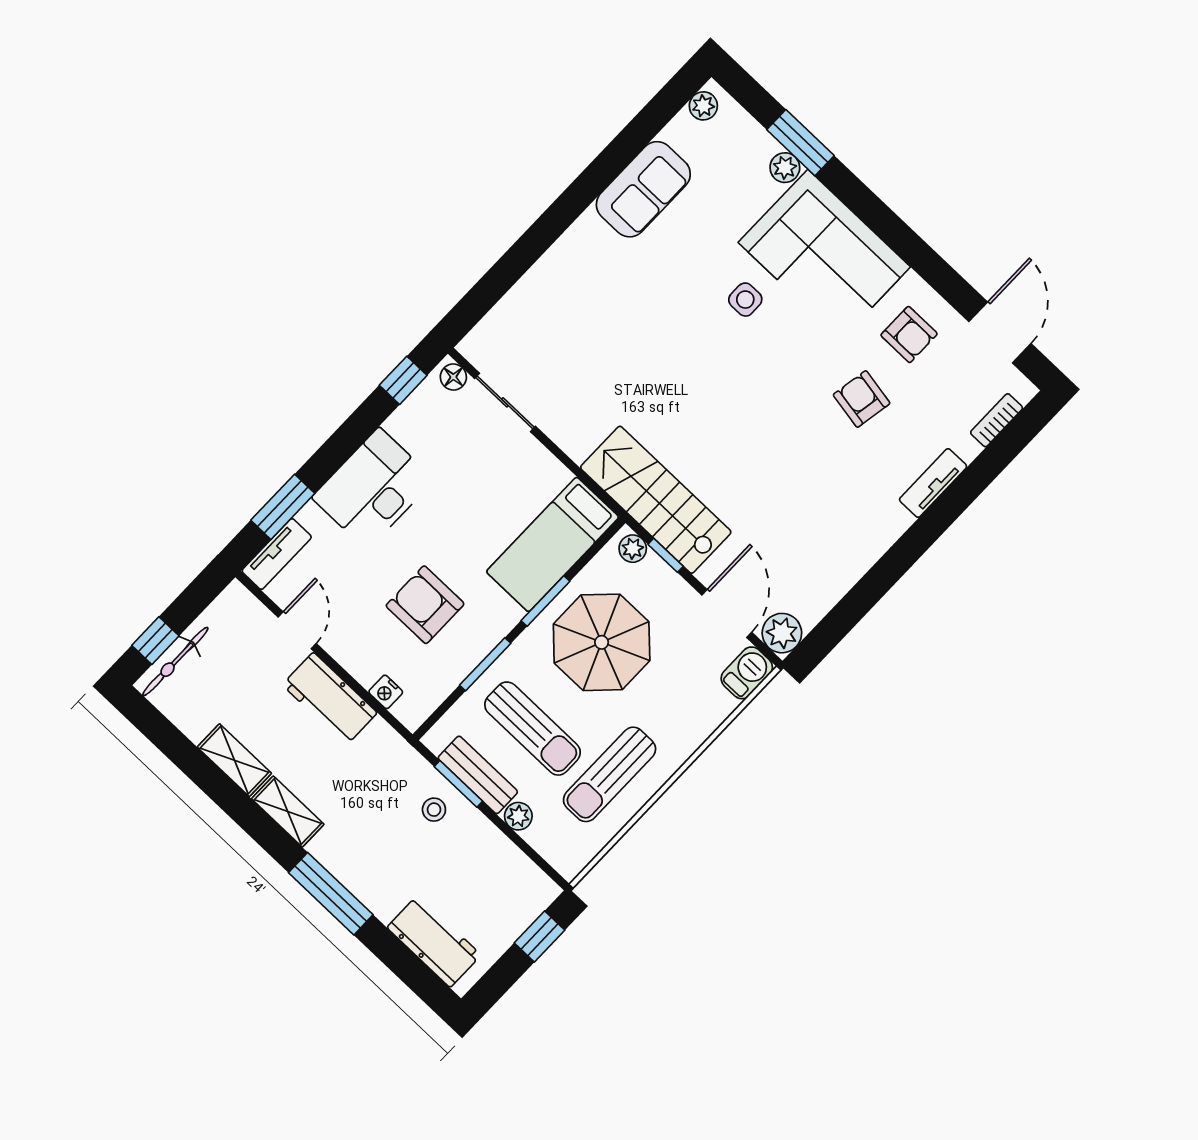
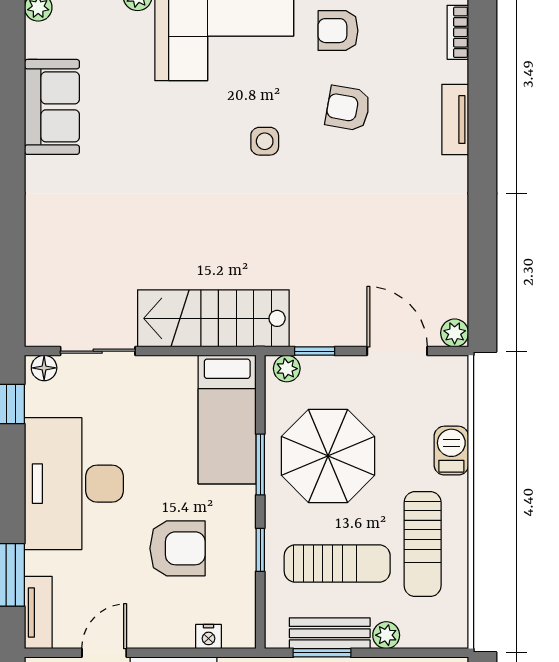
side table: (745, 300) -> (265, 141), moved
armchair: (909, 334) -> (338, 31), turned 180
desk: (373, 489) -> (74, 484), width x1.36, depth x1.30
stairs: (656, 500) -> (213, 318), moved
armchair: (425, 605) -> (178, 548), turned 180
door: (297, 630) -> (104, 653), hinge flipped
plant: (782, 633) -> (455, 333), width x0.73, depth x0.73
window: (485, 664) -> (260, 550), width x0.67
barbecue: (747, 673) -> (451, 451), moved

